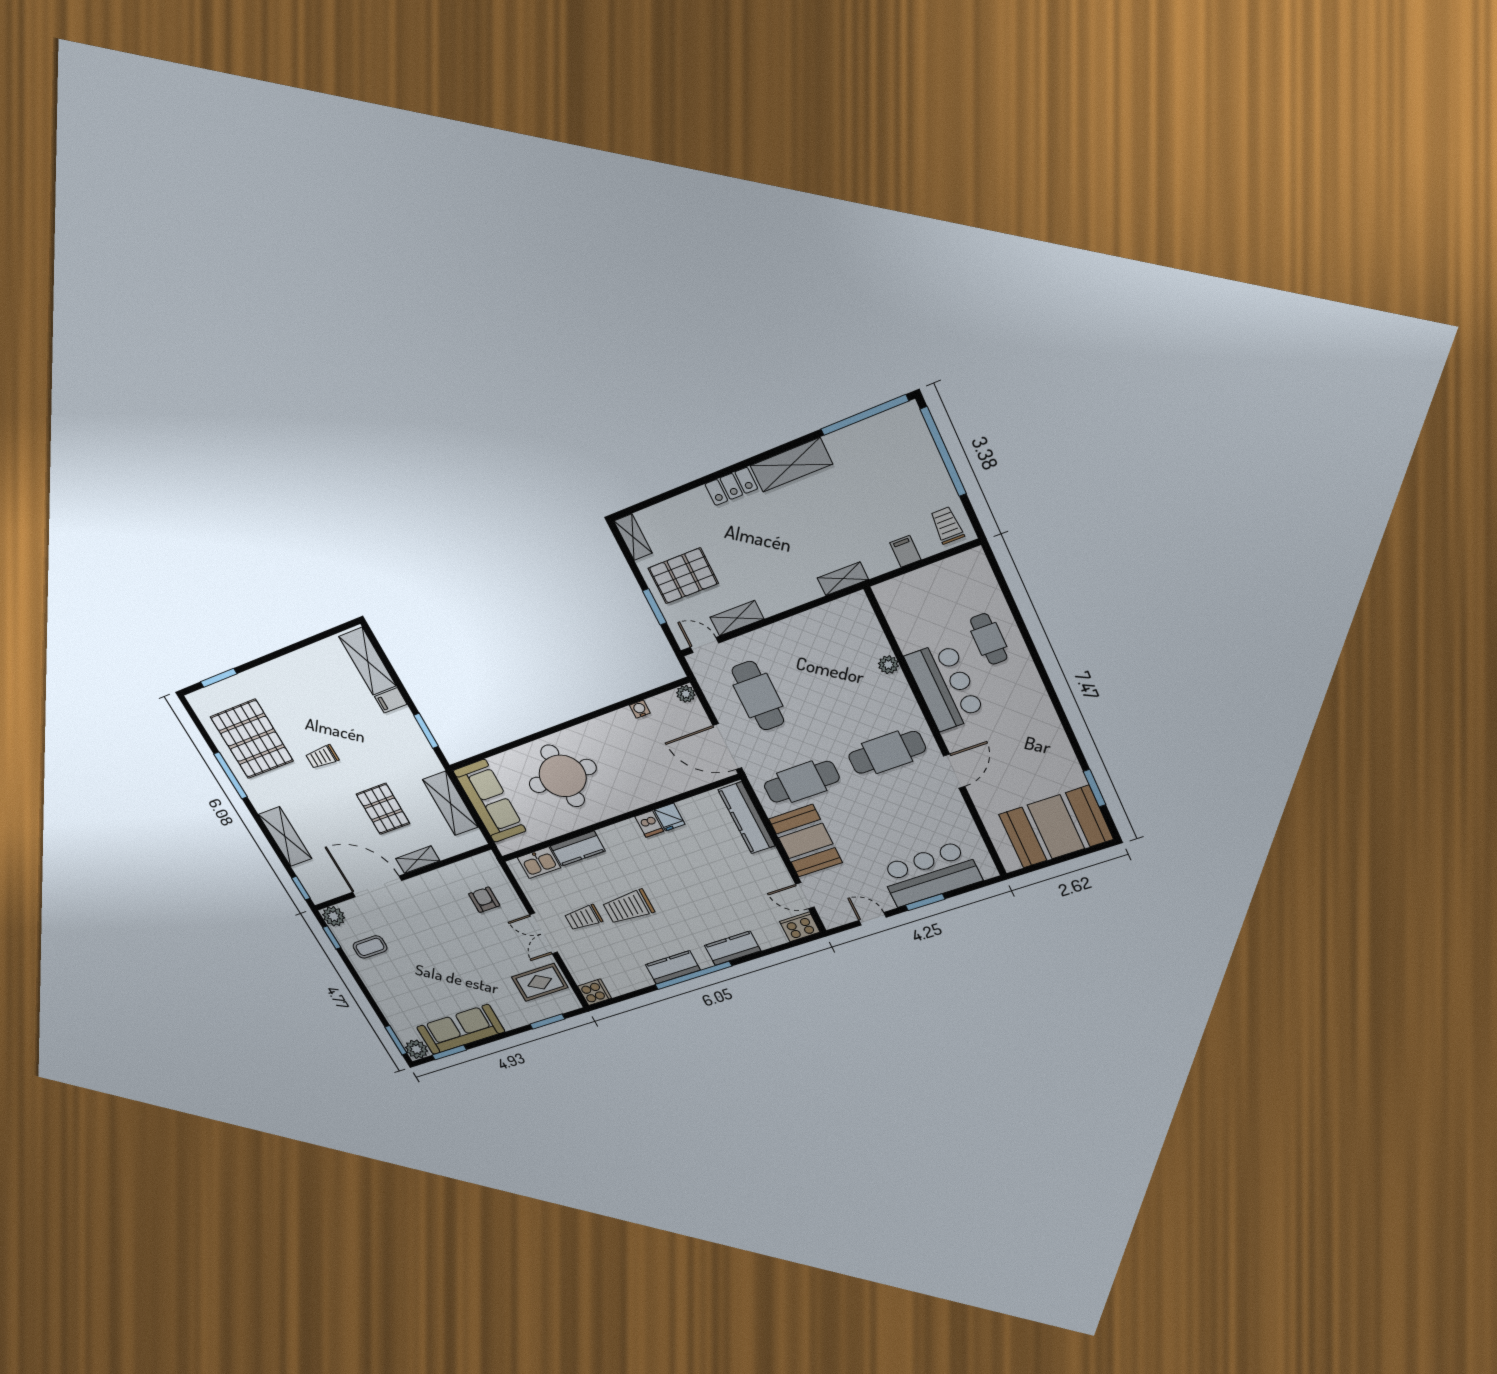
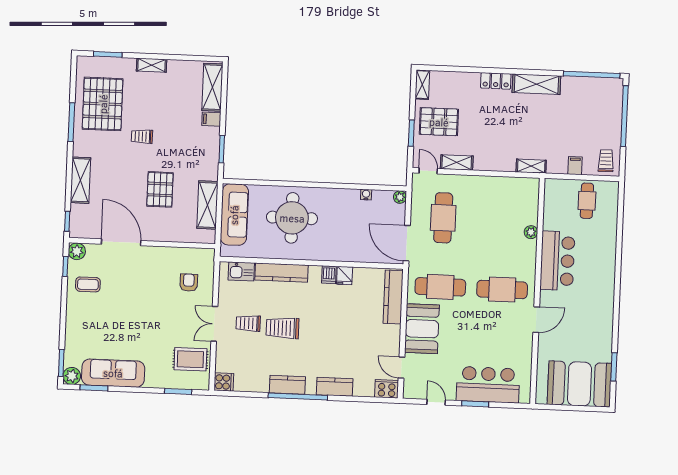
cafe table: (989, 639) -> (587, 201), moved
kitchen counter: (578, 848) -> (282, 273), width x1.50
shelving: (418, 860) -> (152, 65), moved

